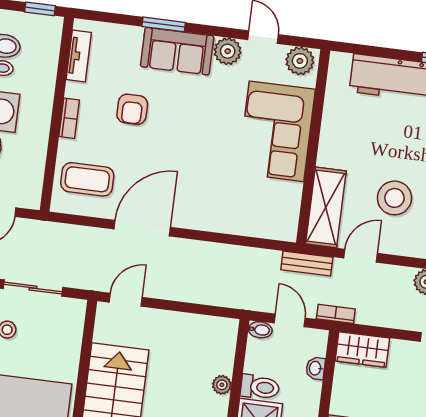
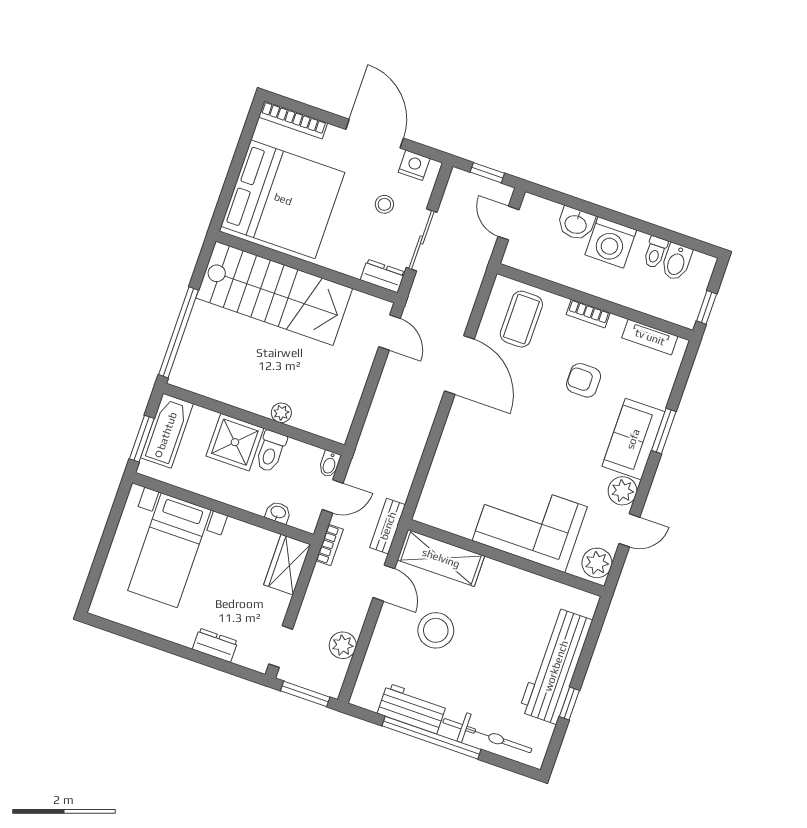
dresser: (74, 317) -> (383, 276), added

